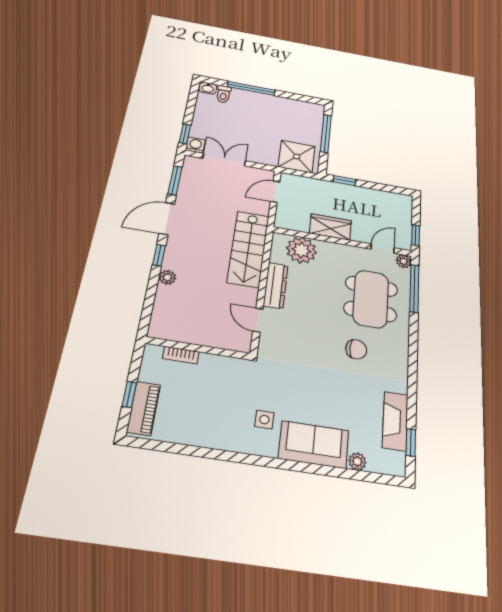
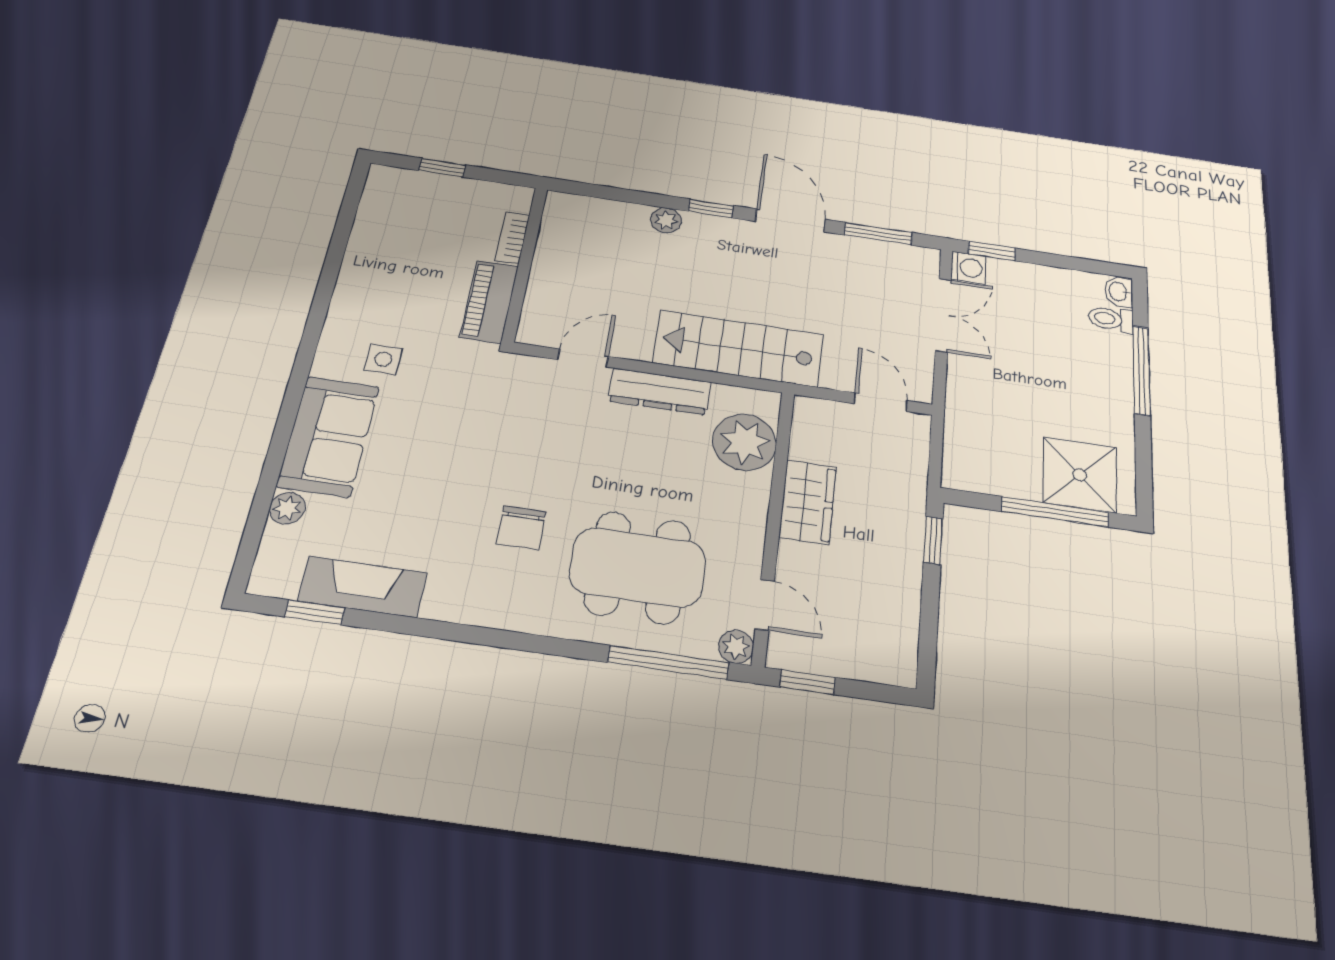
shower: (297, 157) -> (1080, 475), moved
piano: (144, 408) -> (489, 302), moved, turned 90

